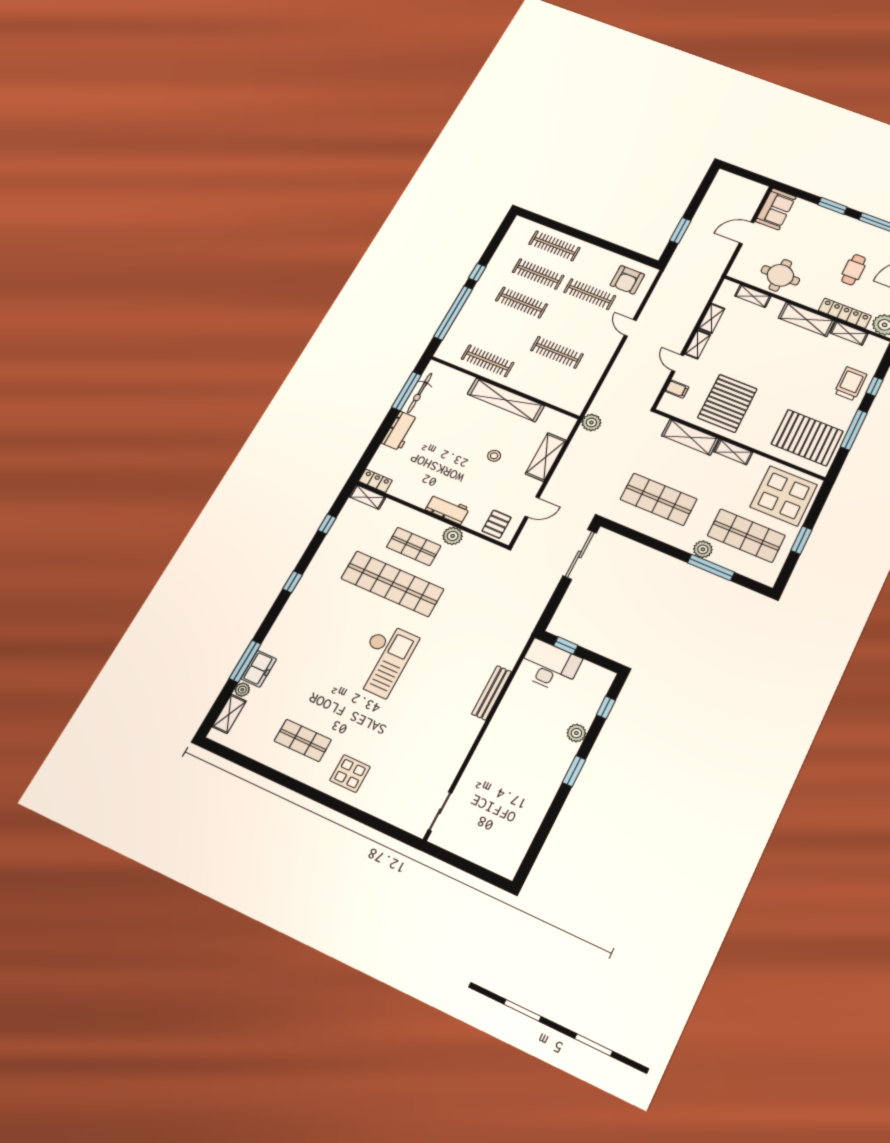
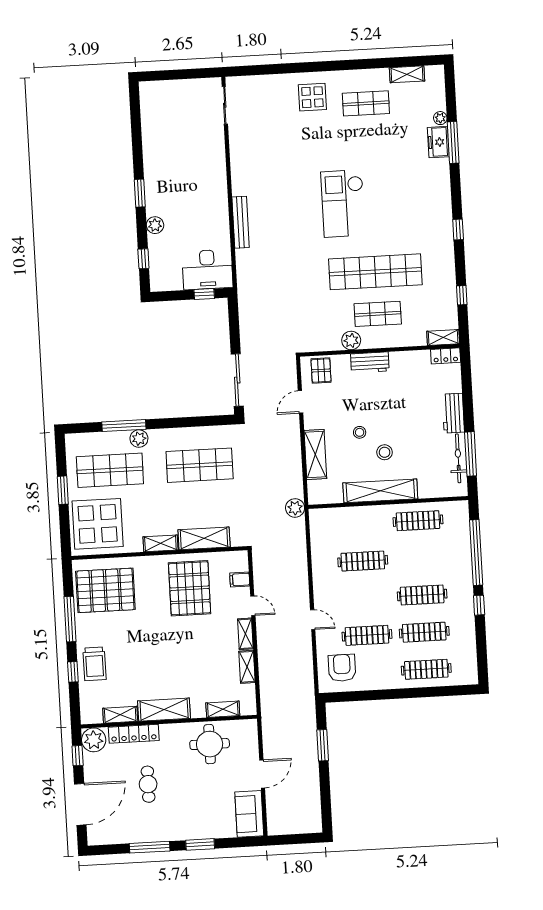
stool: (482, 429) -> (385, 452), added
shelving: (229, 714) -> (407, 74), moved, turned 90

